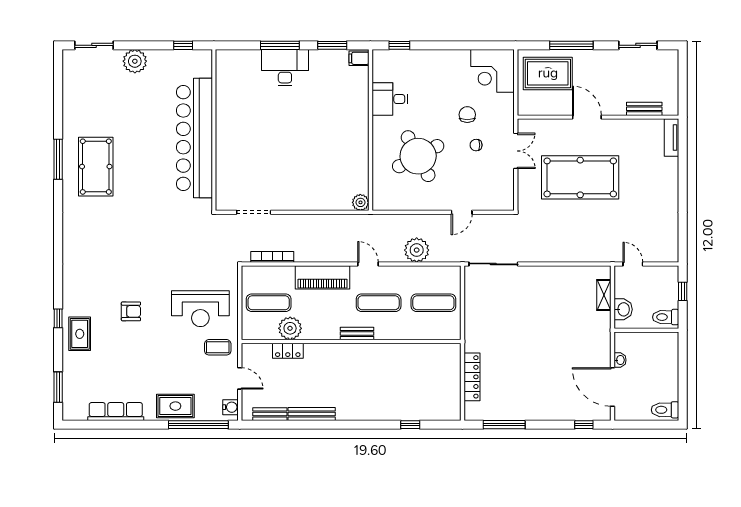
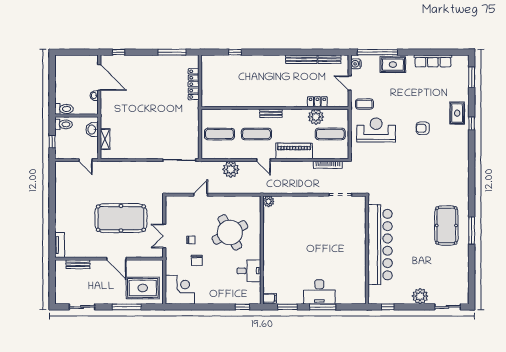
toilet: (665, 410) -> (64, 109), moved

